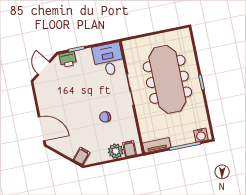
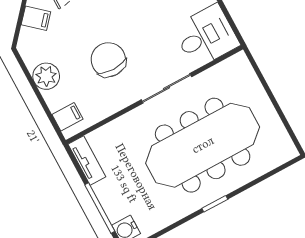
chair: (105, 117) -> (108, 60), width x1.87, depth x1.87
plant: (116, 151) -> (46, 76), moved
filing cabinet: (82, 156) -> (36, 18), moved

